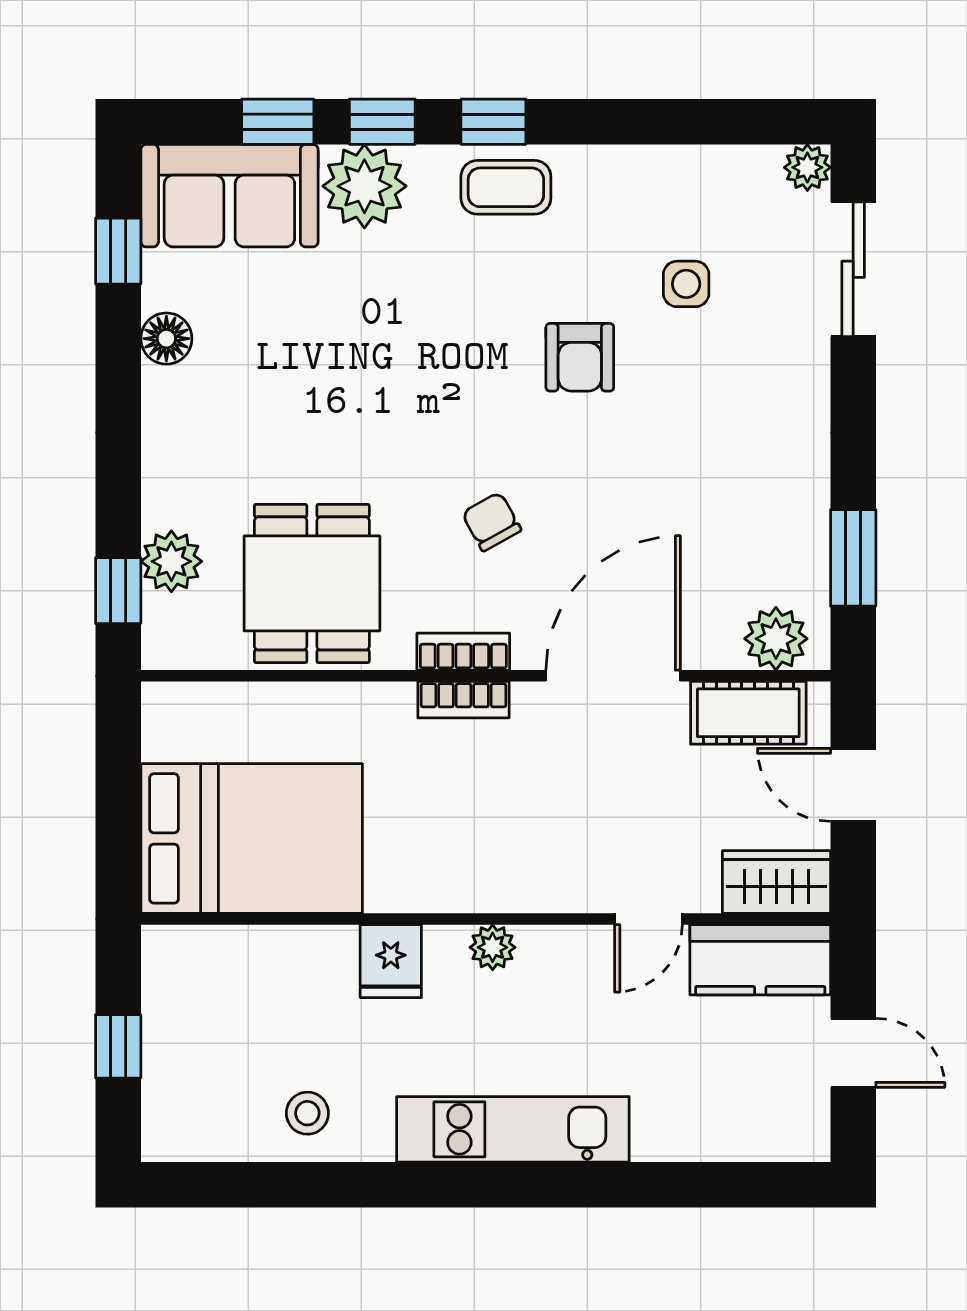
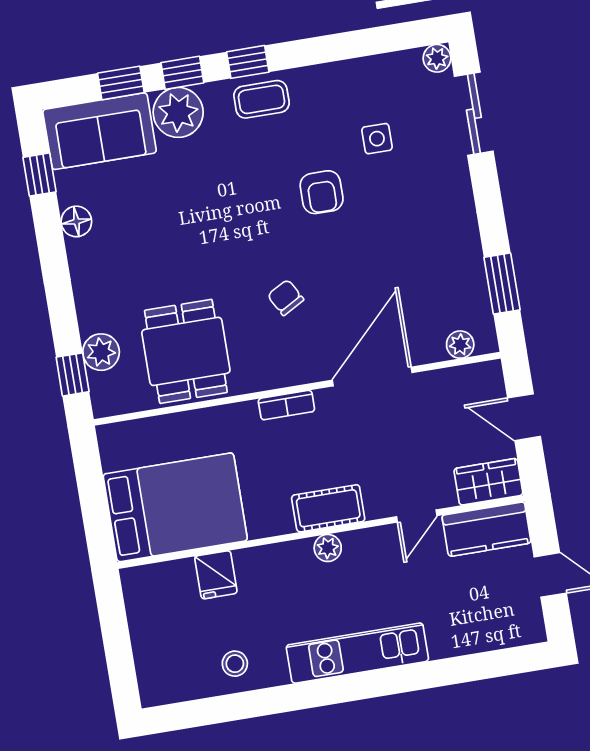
plant: (776, 639) -> (460, 345), width x0.73, depth x0.73
bookcase: (463, 652) -> (282, 377), removed
cot: (748, 713) -> (328, 508), moved
fridge: (391, 961) -> (216, 575), moved
window: (118, 1046) -> (117, 643), removed

